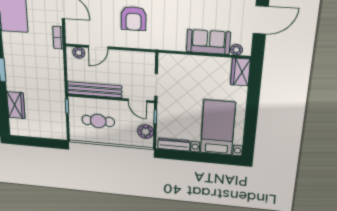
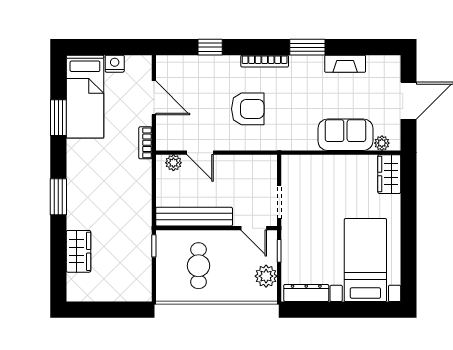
armchair: (134, 19) -> (248, 109), turned -90
door: (98, 47) -> (200, 153), hinge flipped
cafe table: (98, 121) -> (198, 266), turned 90

